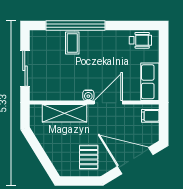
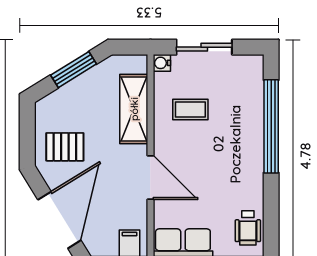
coffee table: (72, 43) -> (190, 110), moved
water cooler: (88, 95) -> (162, 63), moved
window: (39, 152) -> (74, 70), added

